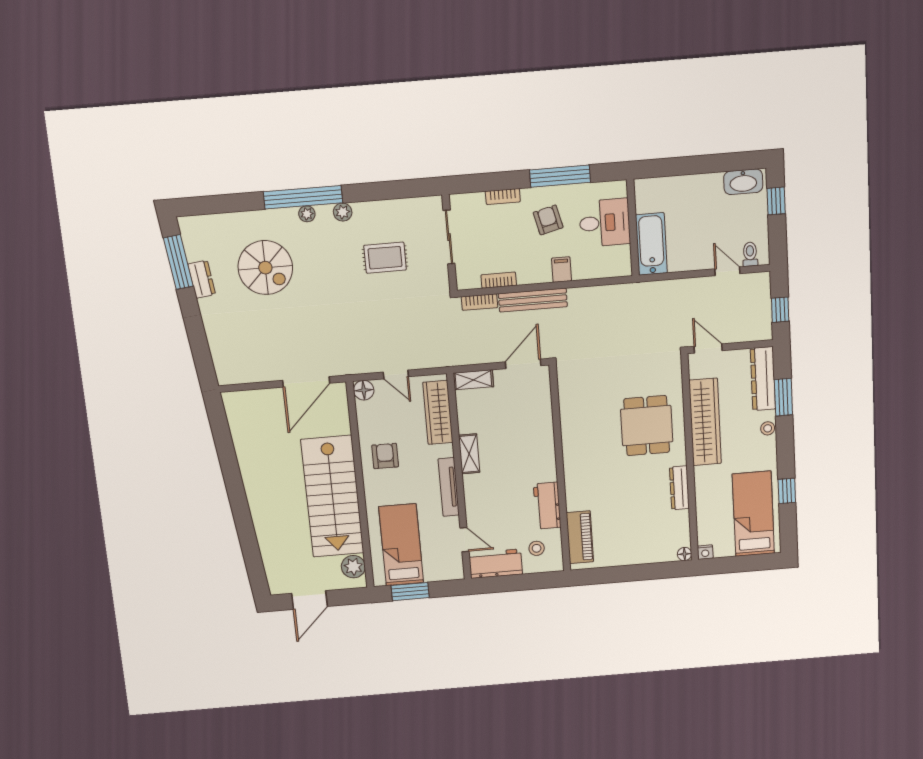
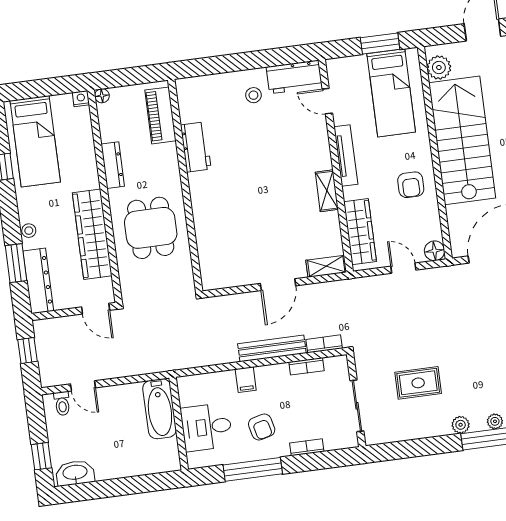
wall: (560, 469) -> (185, 186), moved
workbench: (547, 506) -> (196, 147), moved
piano: (580, 537) -> (161, 115), moved

